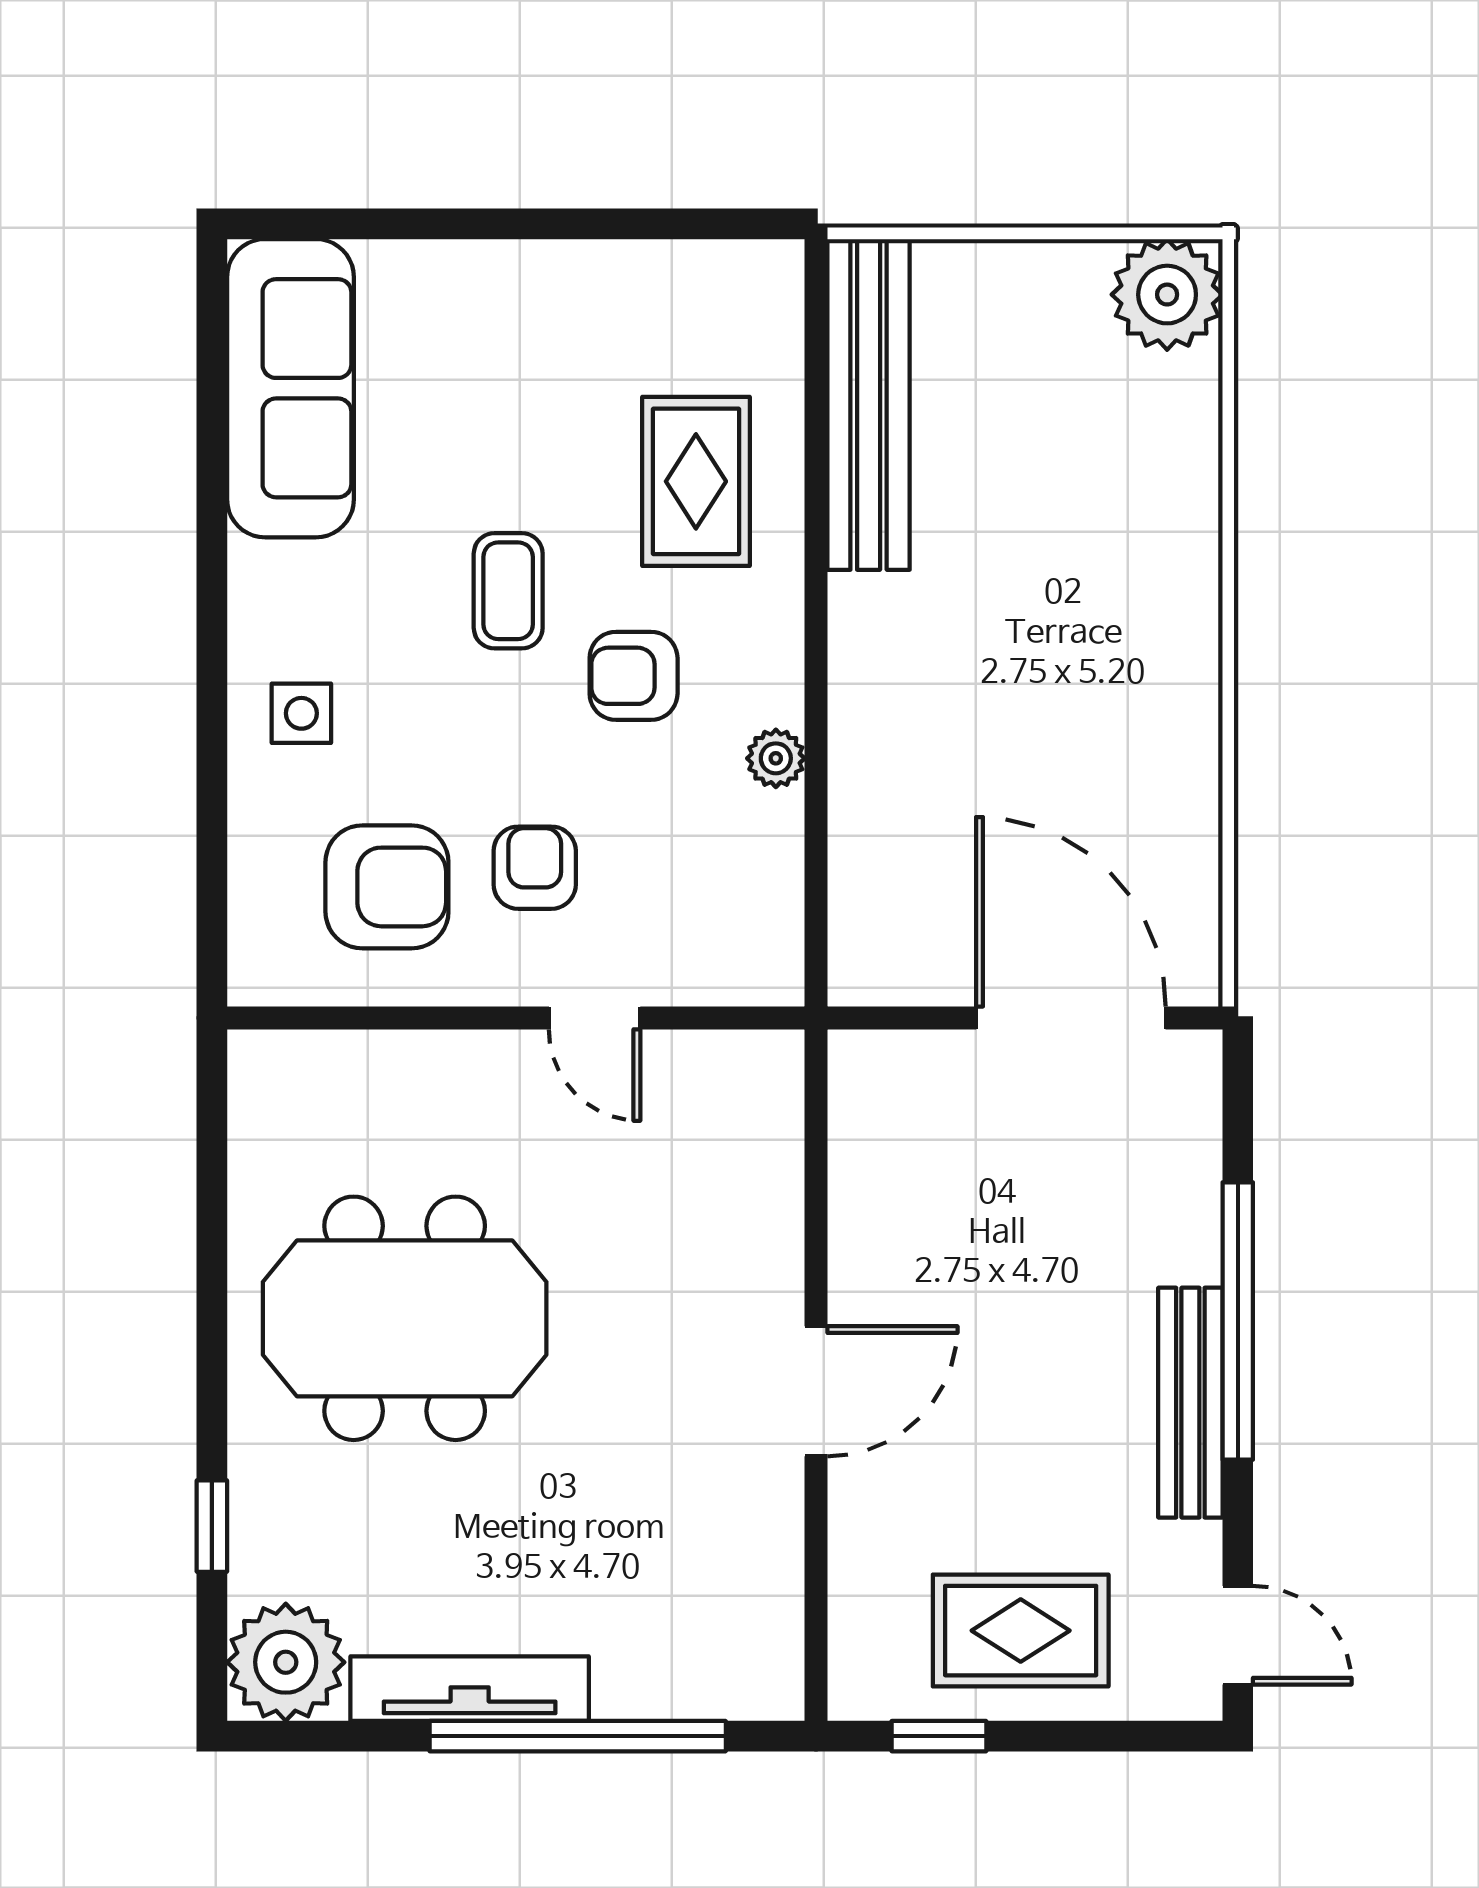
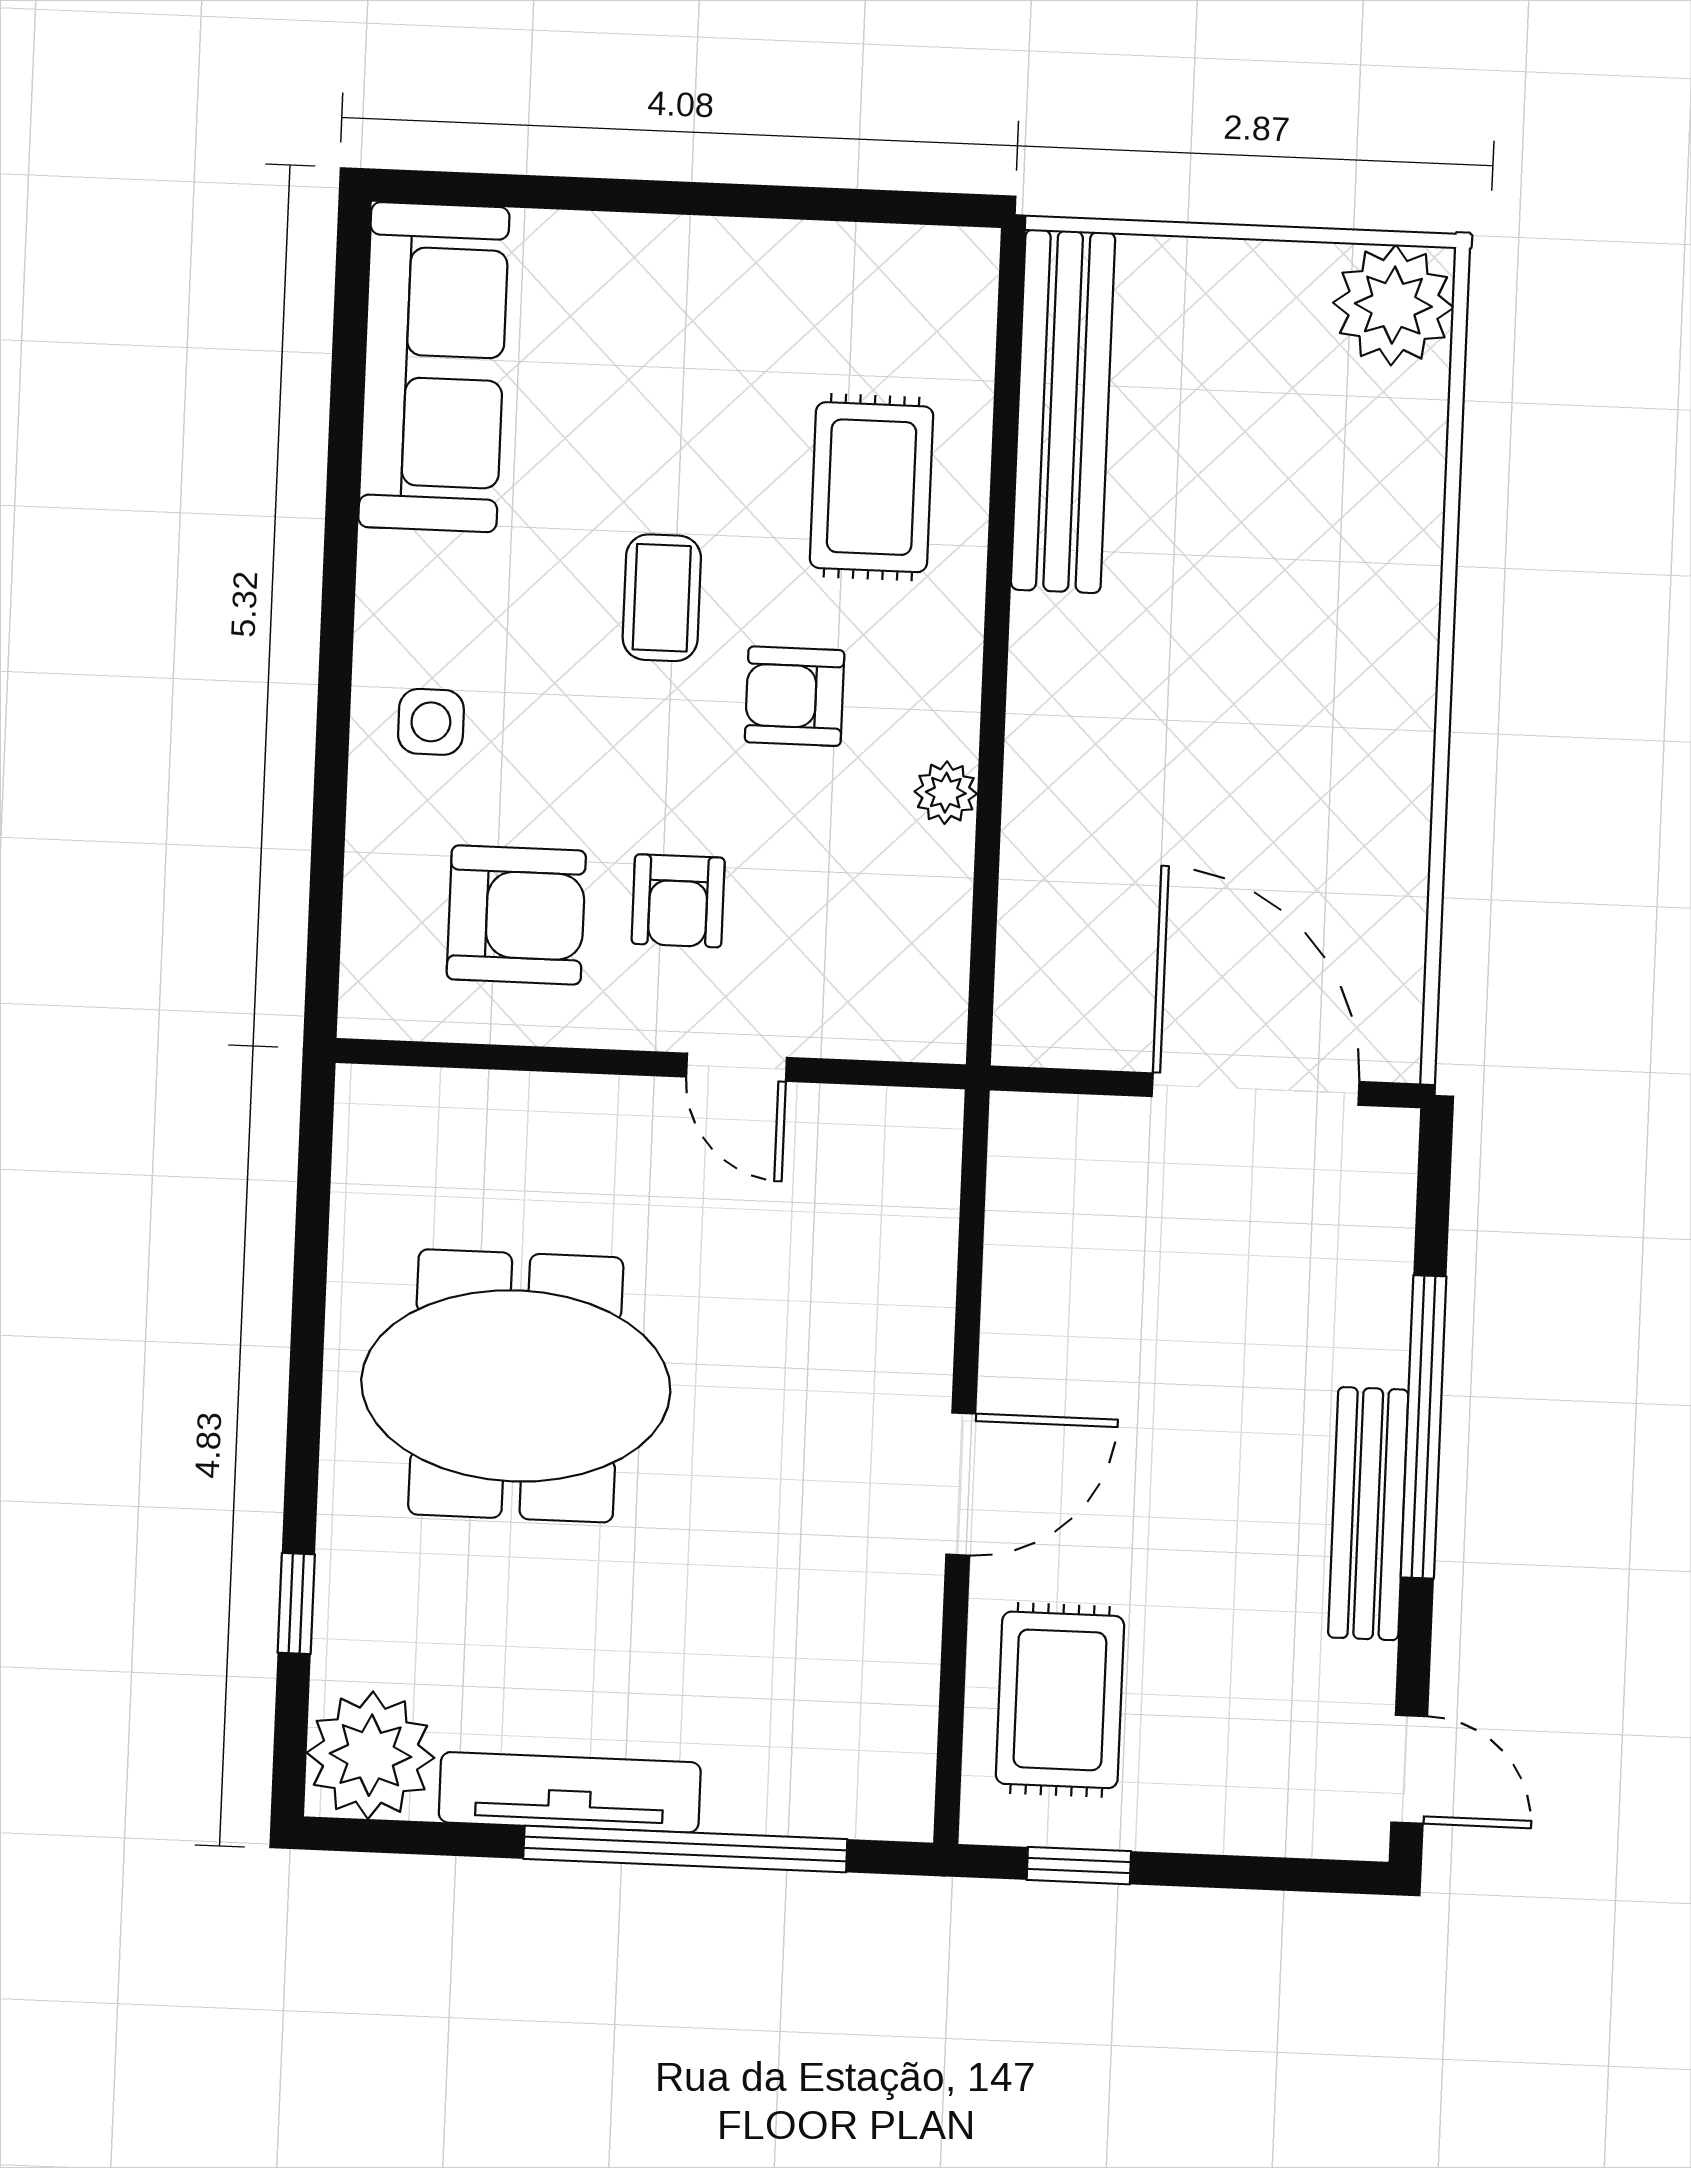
armchair: (535, 868) -> (678, 901), turned 180
rug: (1021, 1631) -> (1060, 1700), moved, turned 90

